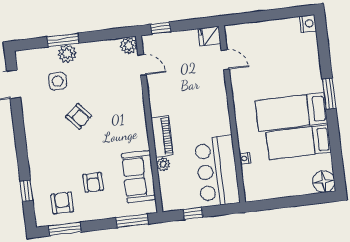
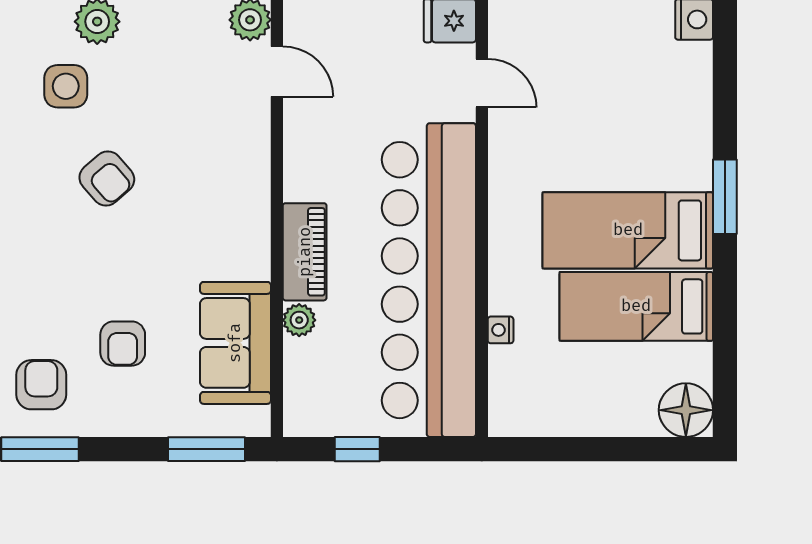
bar counter: (217, 171) -> (429, 280), width x1.86

